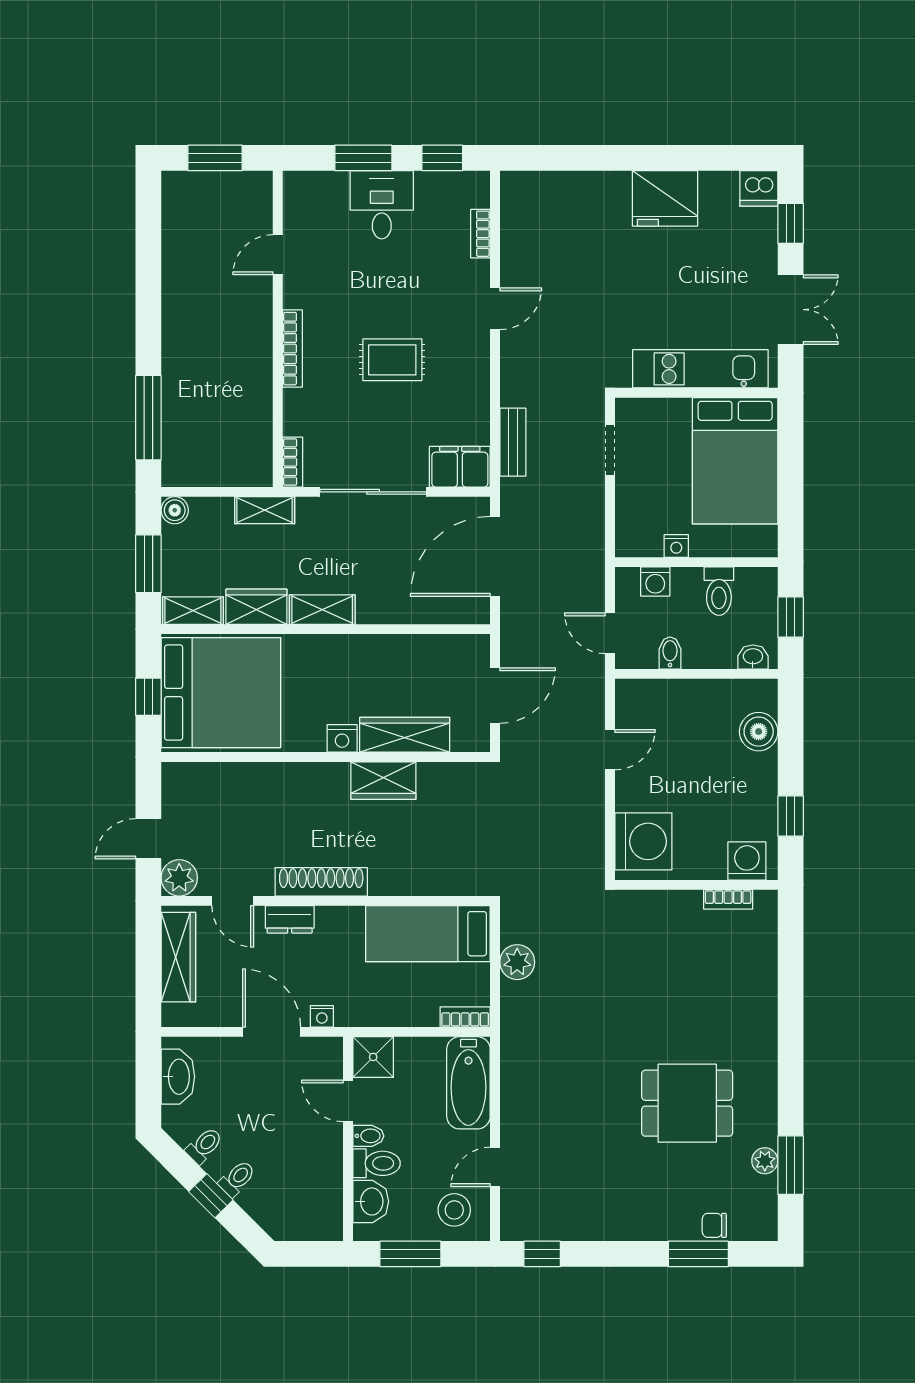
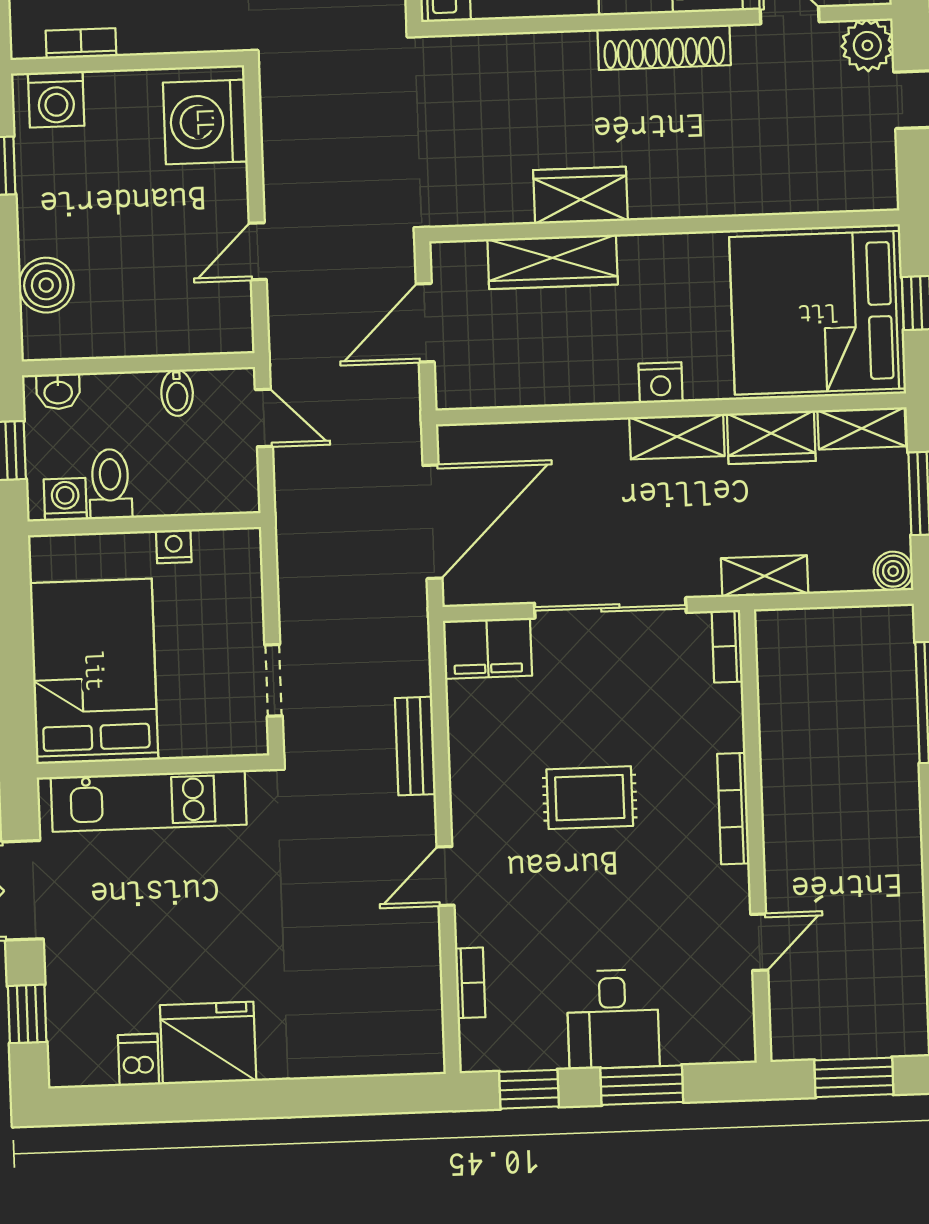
dishwasher: (759, 188) -> (139, 1060), moved, width x0.73
bench: (513, 442) -> (415, 746), moved
washing machine: (655, 581) -> (65, 499), moved
nightstand: (342, 738) -> (661, 383), moved, turned 180

